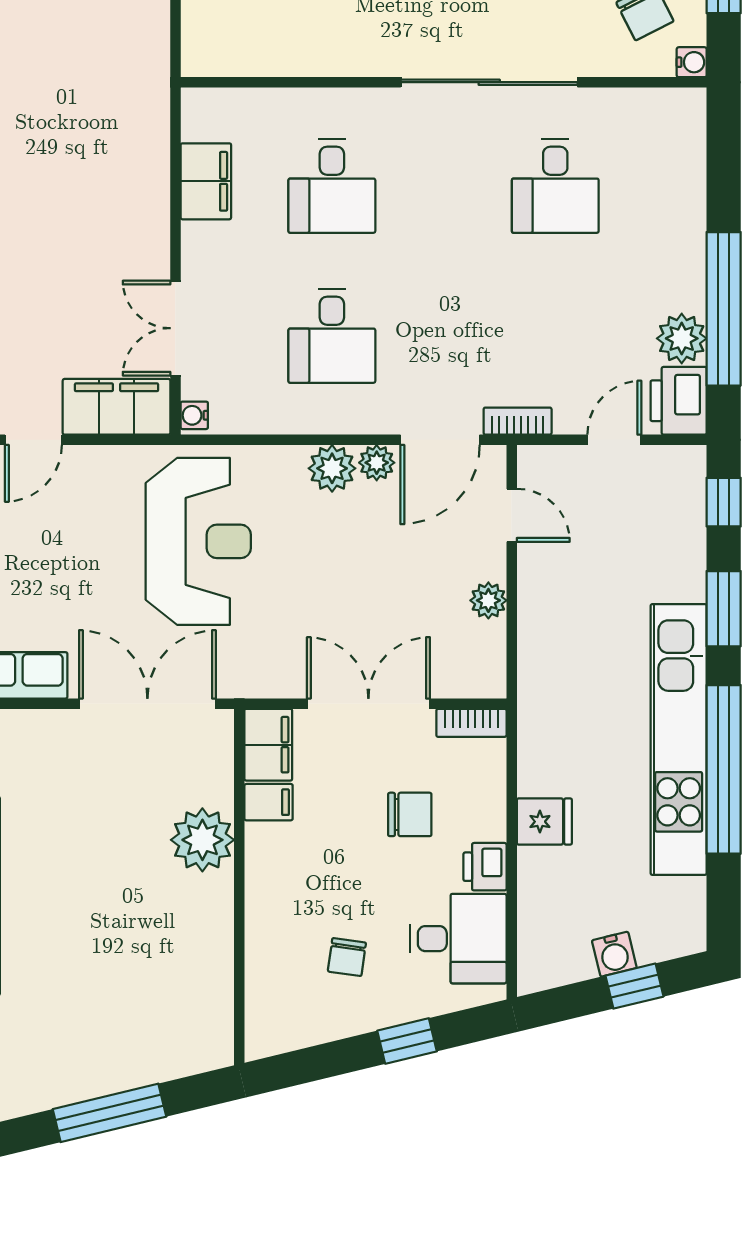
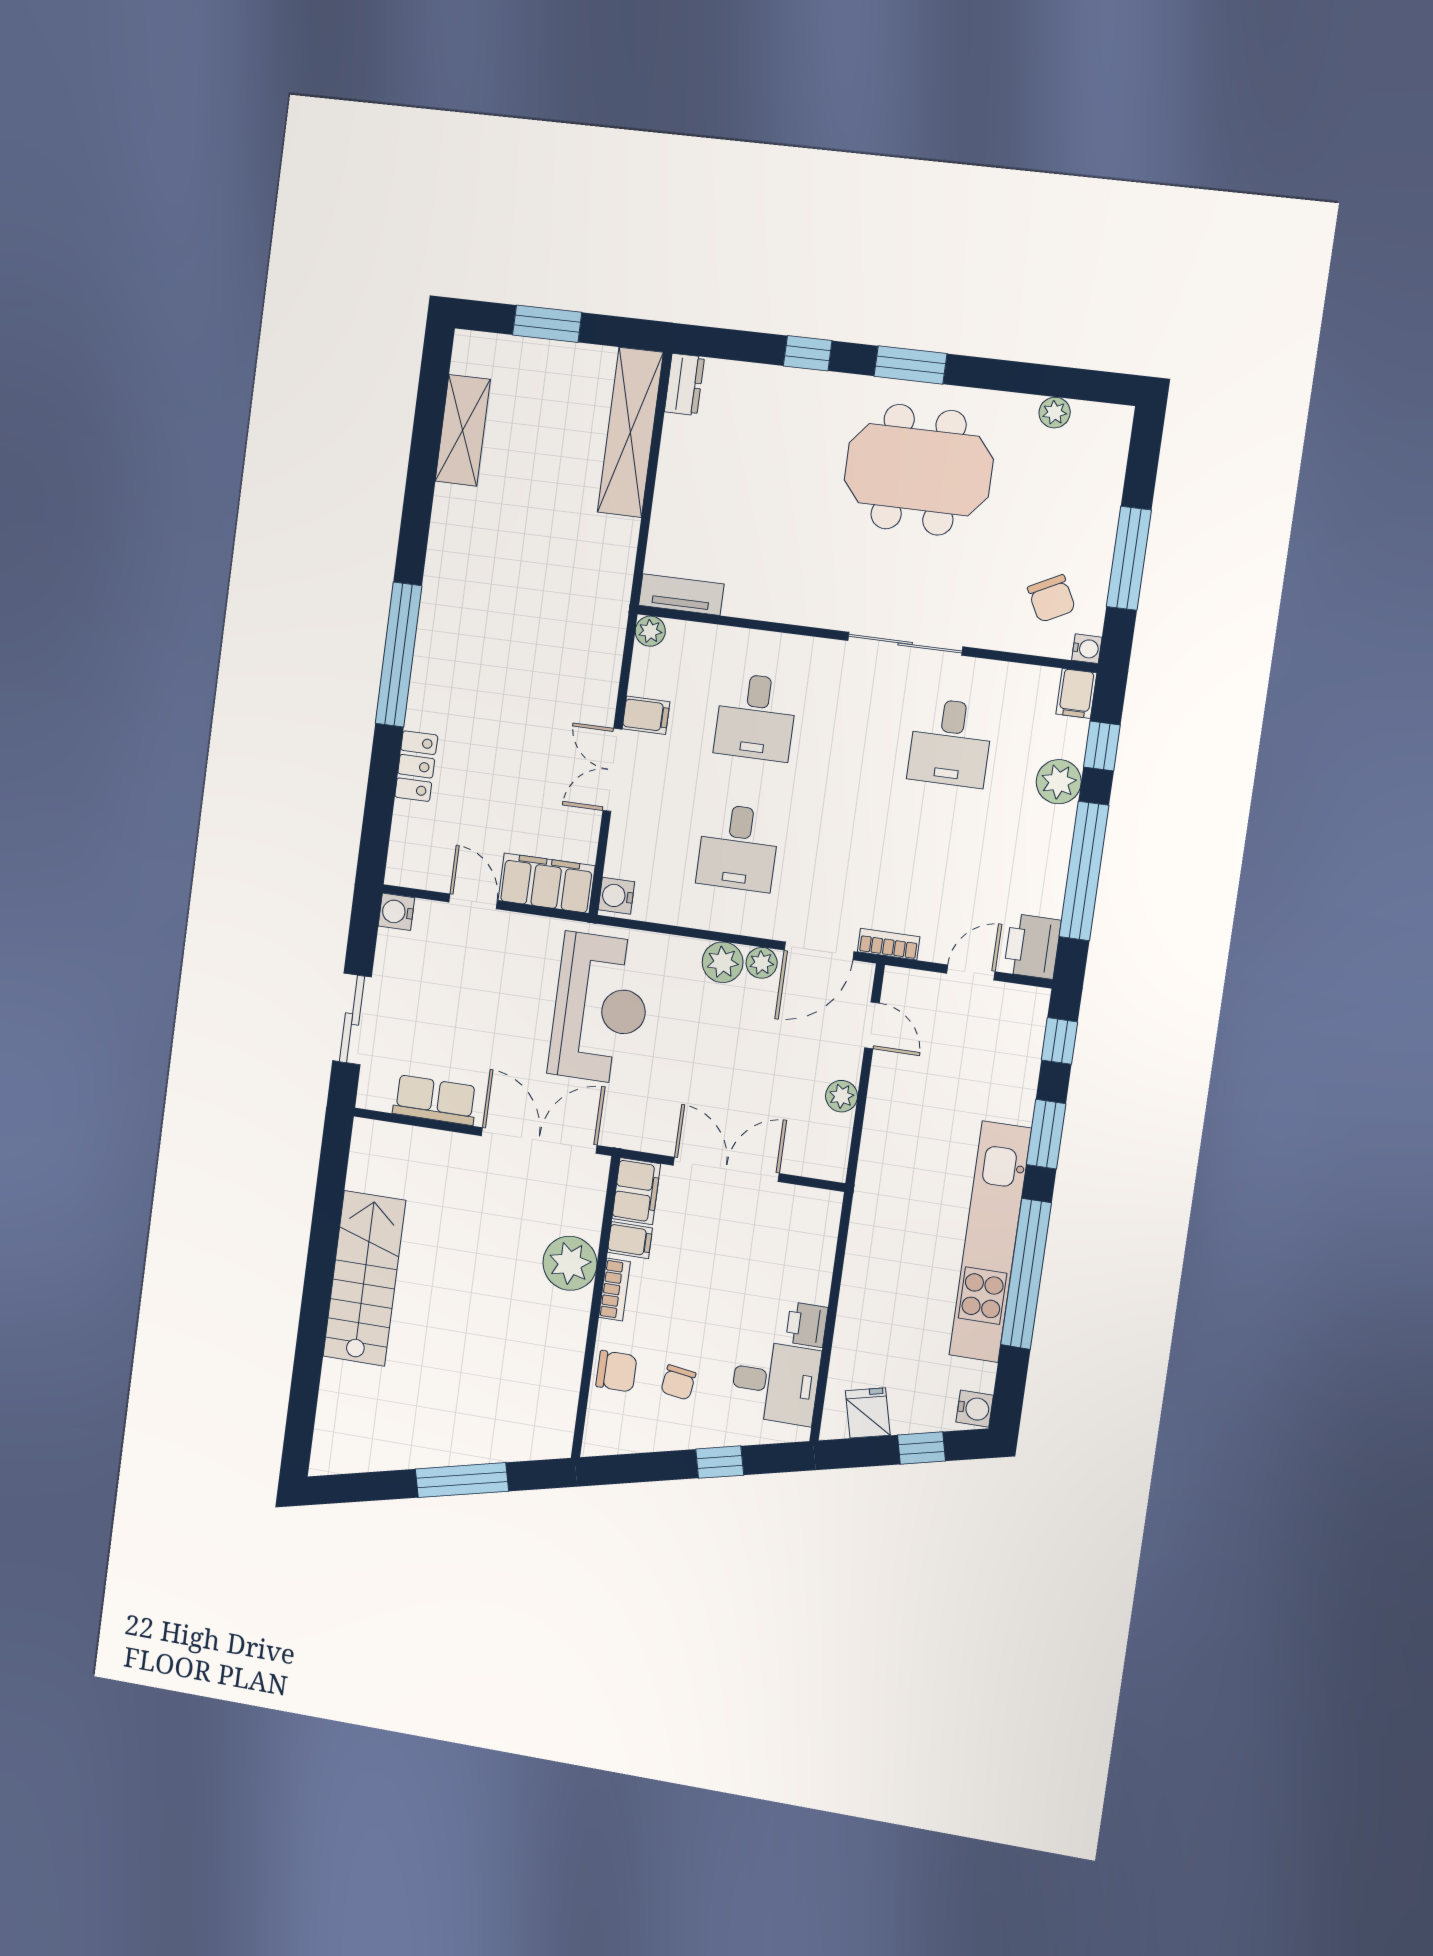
tv unit: (228, 59) -> (681, 595), added
sliding door: (489, 82) -> (905, 644), width x0.73
plant: (198, 105) -> (650, 631), added
filing cabinet: (687, 113) -> (1076, 693), added
window: (724, 168) -> (1102, 746), added
filing cabinet: (206, 181) -> (646, 715), width x0.50
double door: (175, 328) -> (612, 770), moved
plant: (682, 338) -> (1059, 782), moved
water cooler: (194, 415) -> (616, 896), width x1.38, depth x1.38
door: (33, 440) -> (473, 901), swing flipped
bookcase: (471, 723) -> (614, 1290), moved, turned -90
chair: (410, 814) -> (616, 1371), moved
fridge: (544, 822) -> (868, 1413), moved, turned -104
water cooler: (614, 954) -> (975, 1409), moved, turned -76

